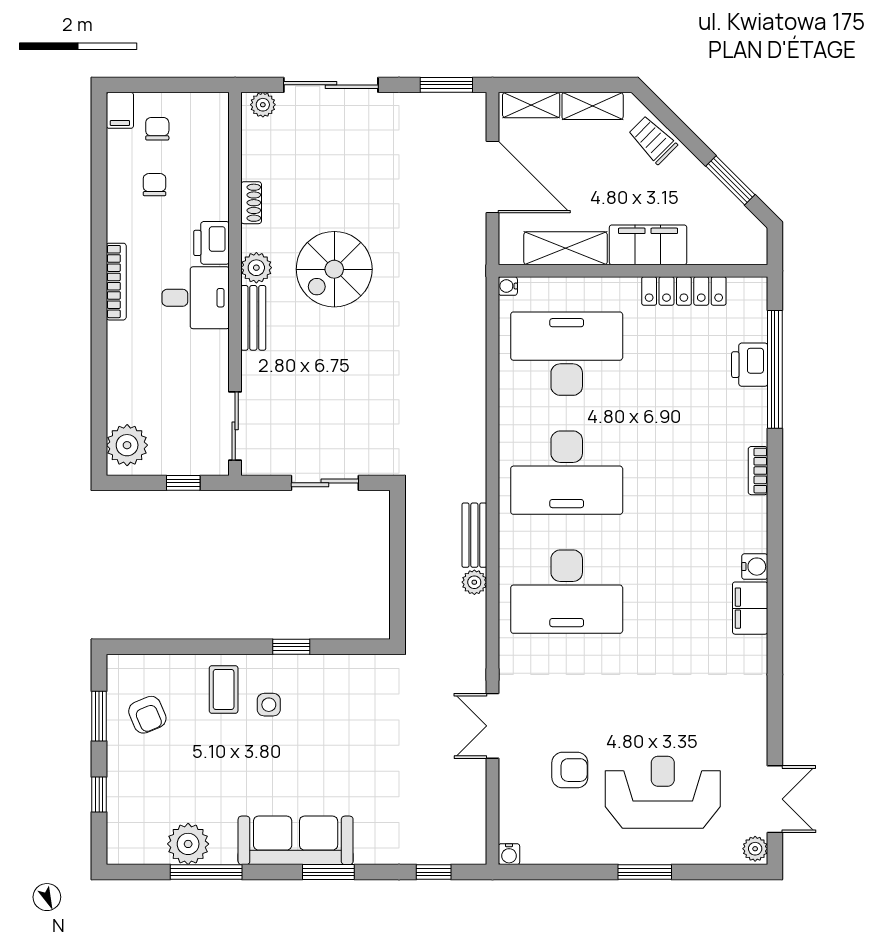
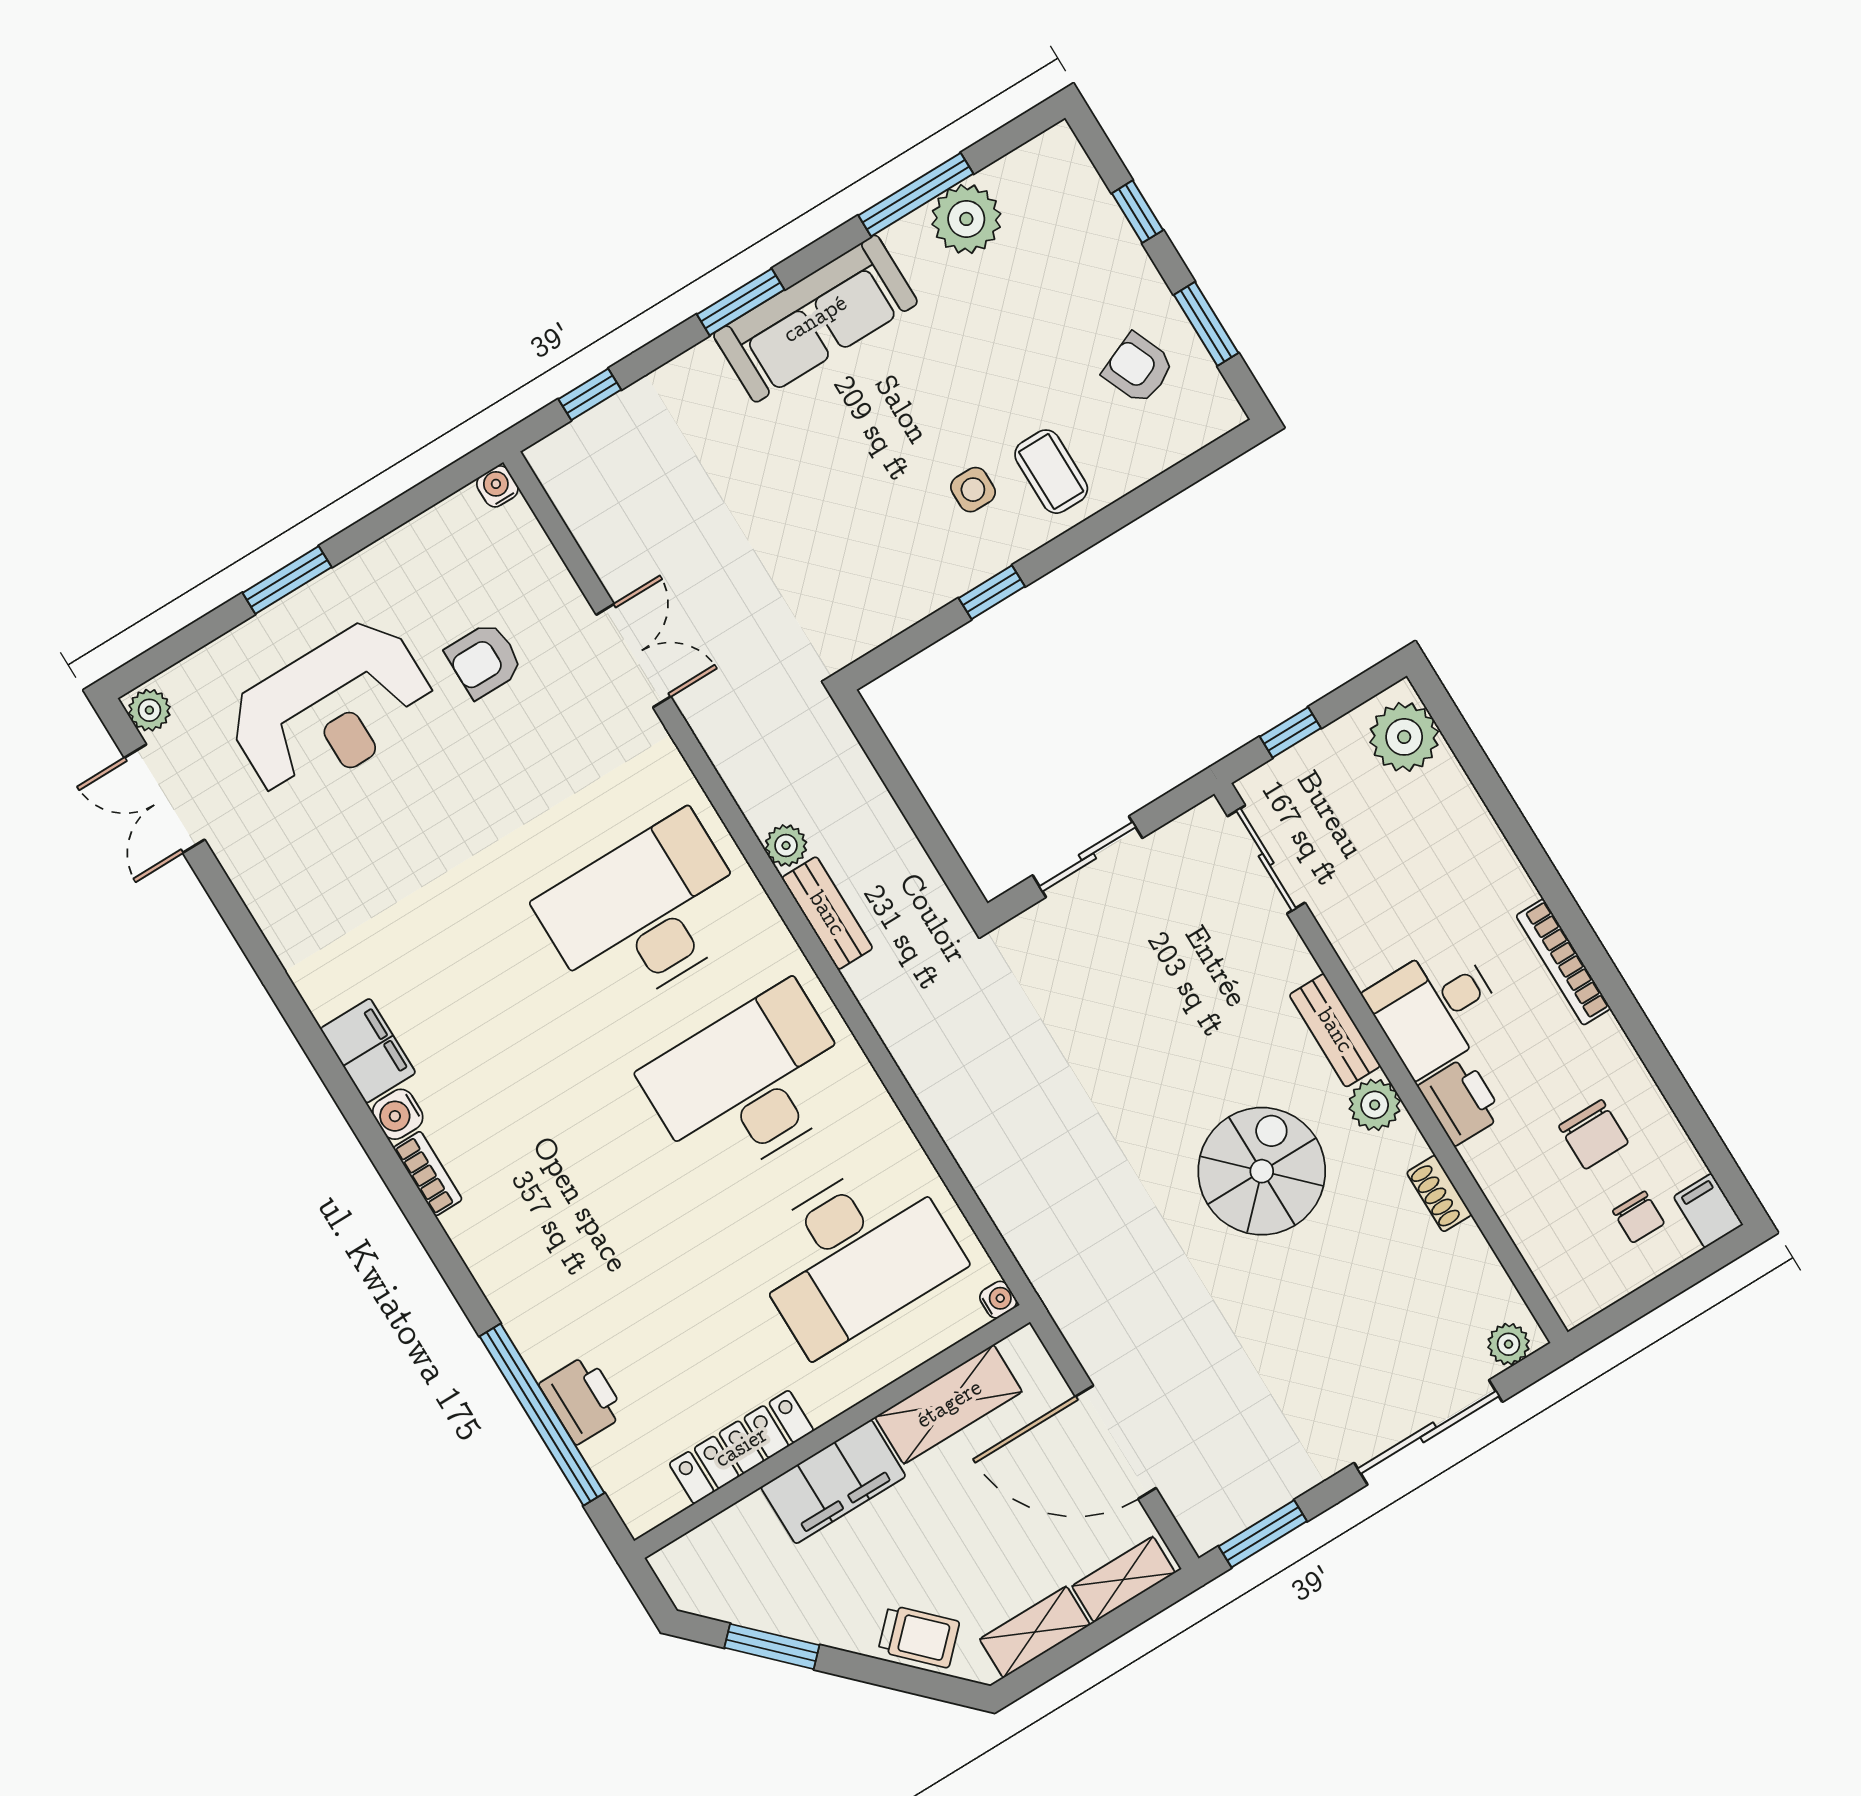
chair: (154, 185) -> (1594, 1134), width x1.37, depth x1.37
bookcase: (758, 471) -> (428, 1174), moved

